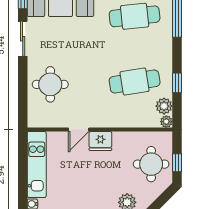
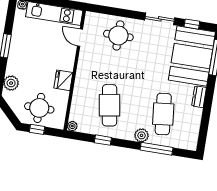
plant: (164, 106) -> (142, 135), moved
door: (79, 129) -> (80, 38), moved
fridge: (100, 141) -> (63, 80), moved

